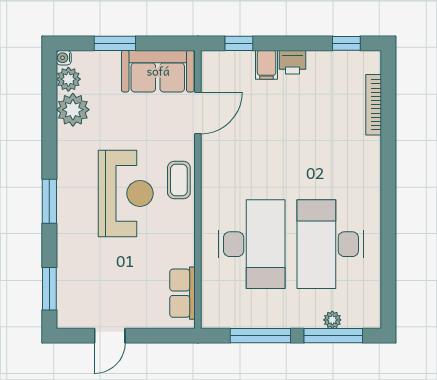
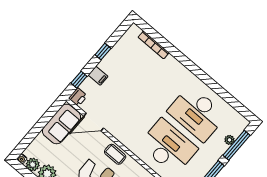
window: (115, 43) -> (34, 132), removed
window: (346, 43) -> (103, 52), moved
printer: (292, 62) -> (78, 97), moved
door: (198, 113) -> (94, 122), swing flipped

